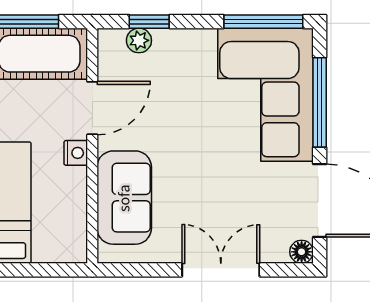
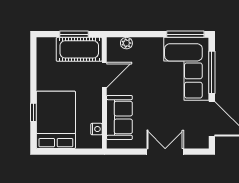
window: (149, 22) -> (131, 34), removed
nightstand: (76, 153) -> (97, 129), moved
floor lamp: (302, 252) -> (203, 143), removed

